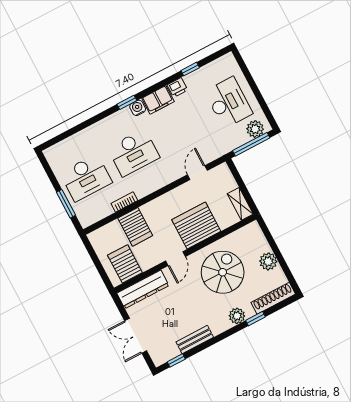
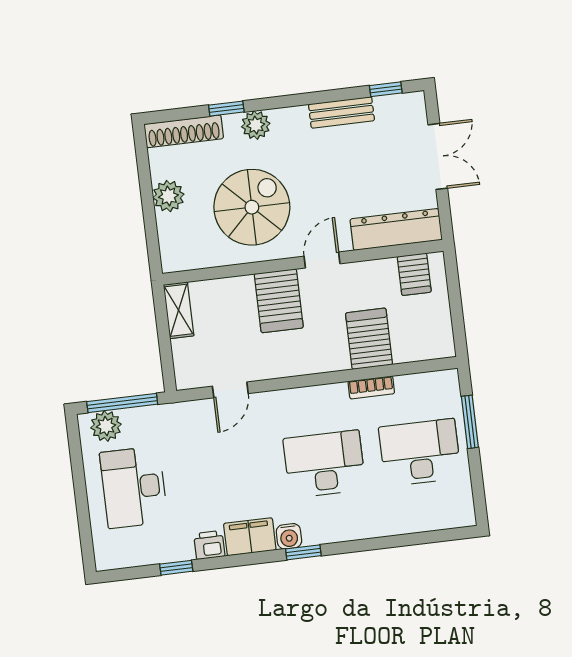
server rack: (196, 225) -> (279, 301), width x0.62
server rack: (125, 264) -> (414, 274), width x0.73, depth x0.70
spiral stairs: (223, 272) -> (252, 207), turned 180

